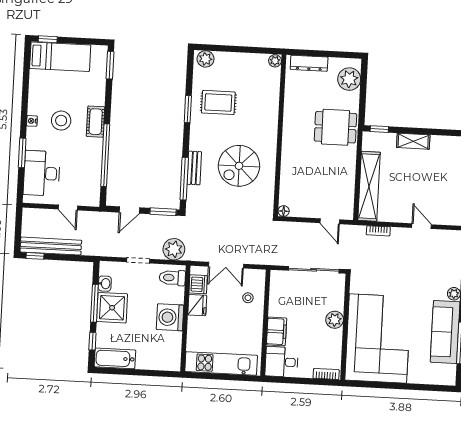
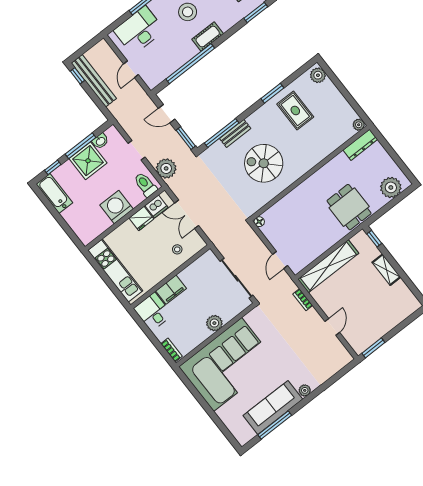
dresser: (309, 63) -> (360, 145), moved, turned -90

